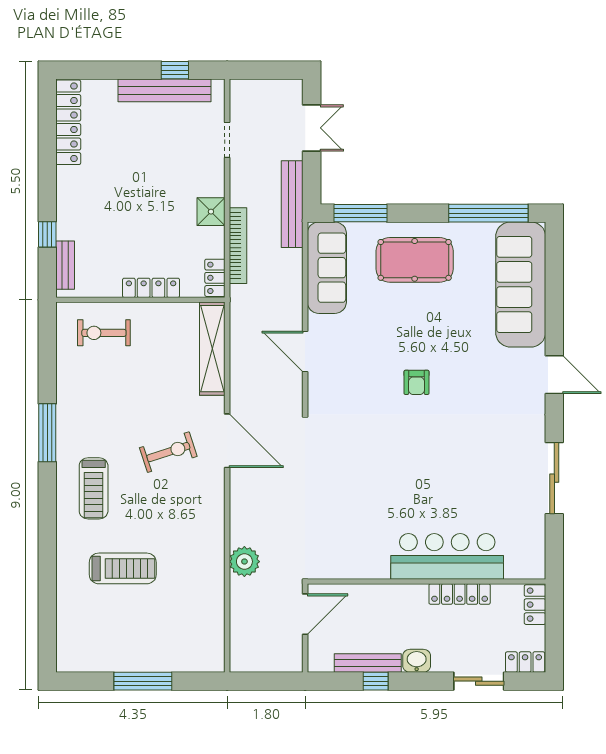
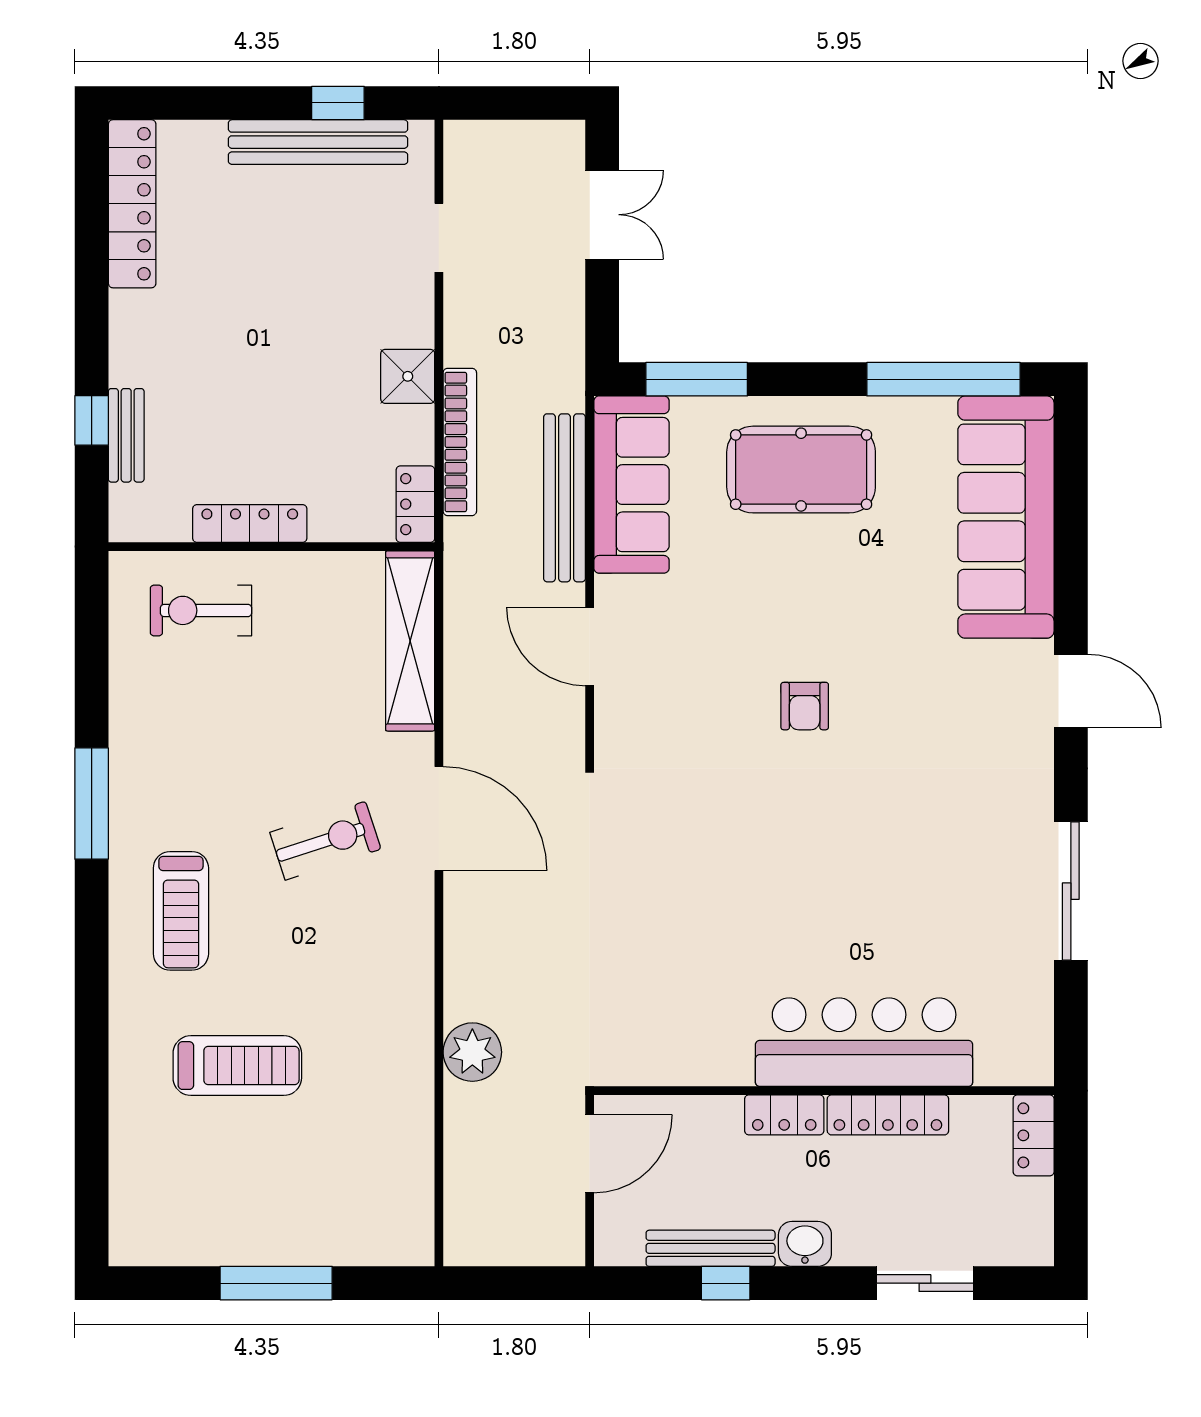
bench: (292, 204) -> (564, 498), moved
bench: (65, 265) -> (126, 435), moved
locker: (151, 288) -> (250, 523), moved
locker: (525, 662) -> (784, 1115), moved, turned 180

